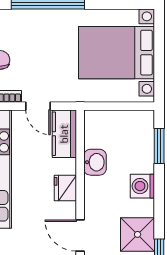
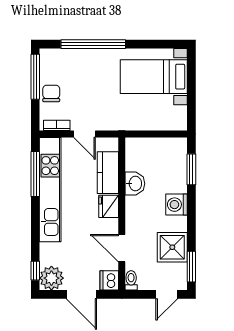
bed with nightstands: (116, 53) -> (154, 77), width x0.73
kitchen counter: (64, 134) -> (108, 173), moved

